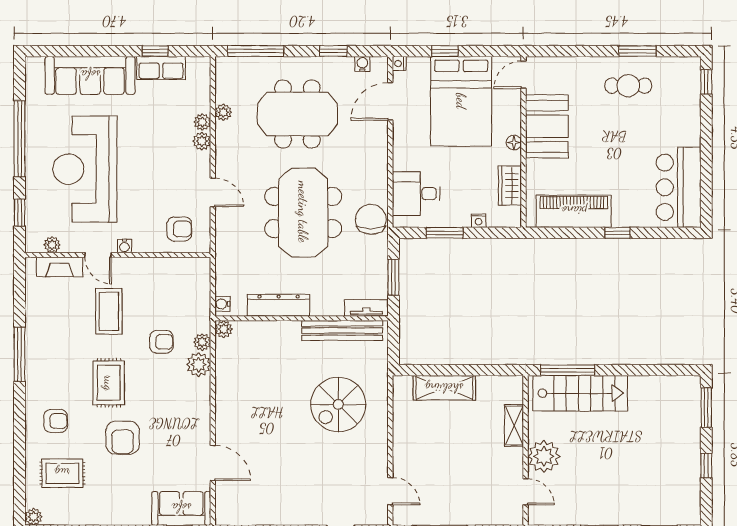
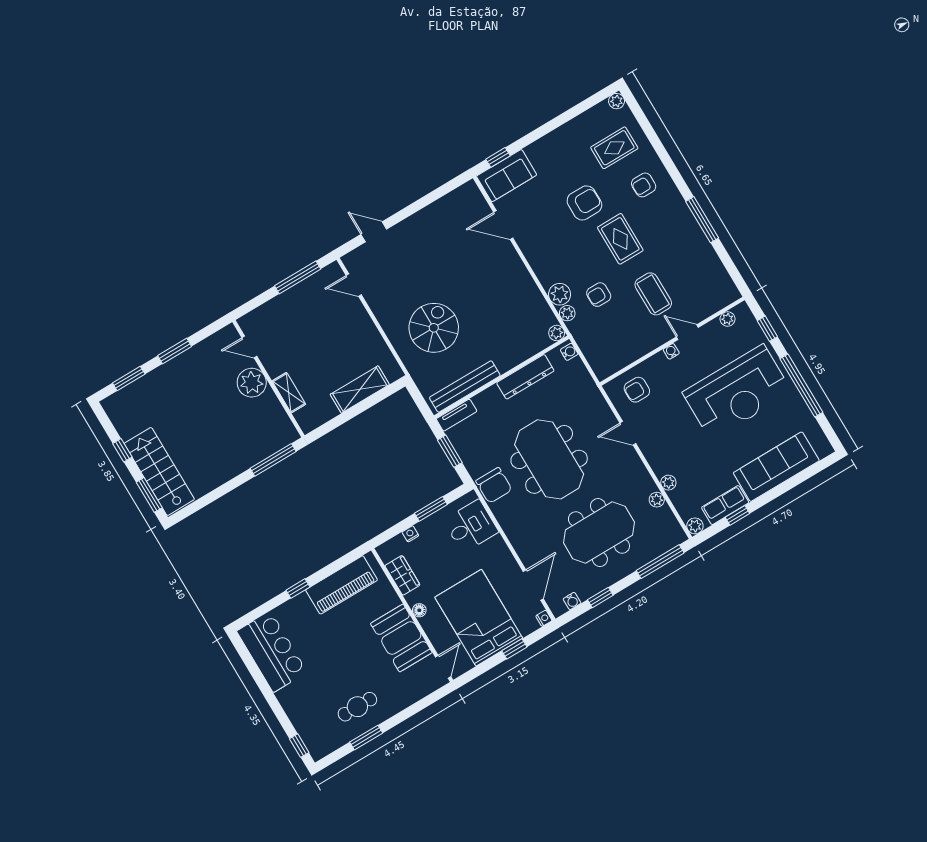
plant: (202, 141) -> (695, 526), moved
reception desk: (85, 169) -> (737, 392), turned 90
fireplace: (60, 267) -> (711, 305), removed
stairs: (580, 393) -> (159, 471), moved, turned 90
armchair: (123, 438) -> (584, 203), turned 90

